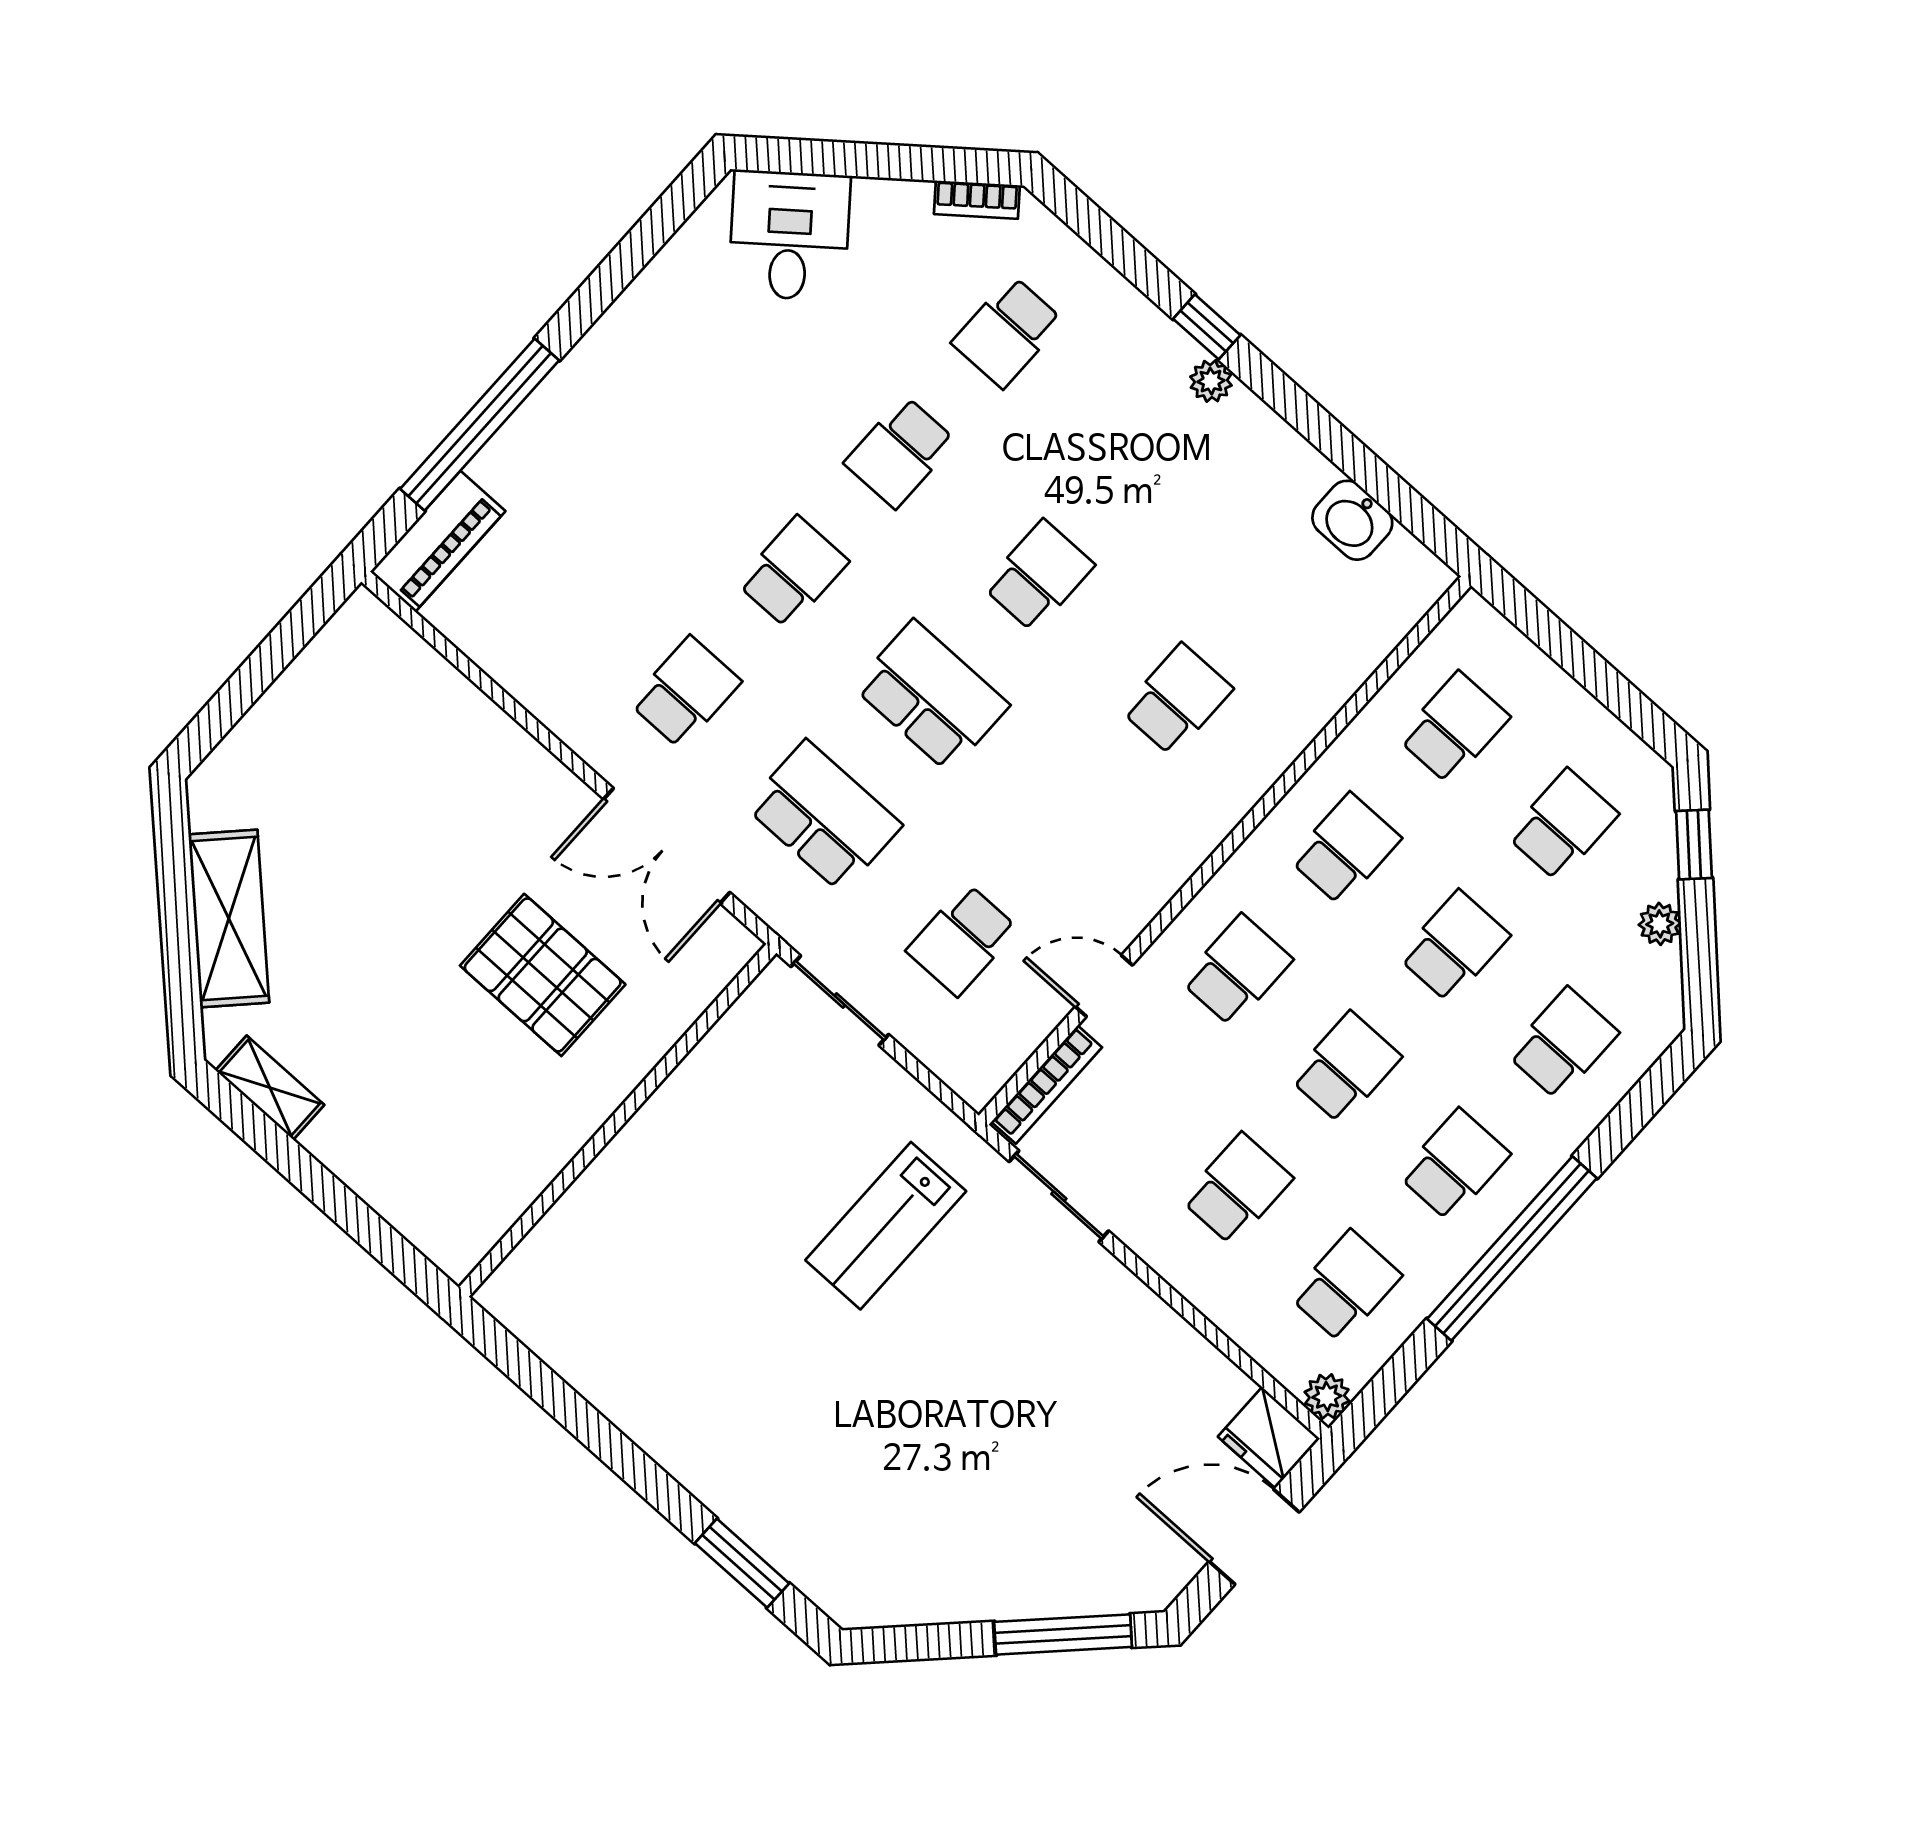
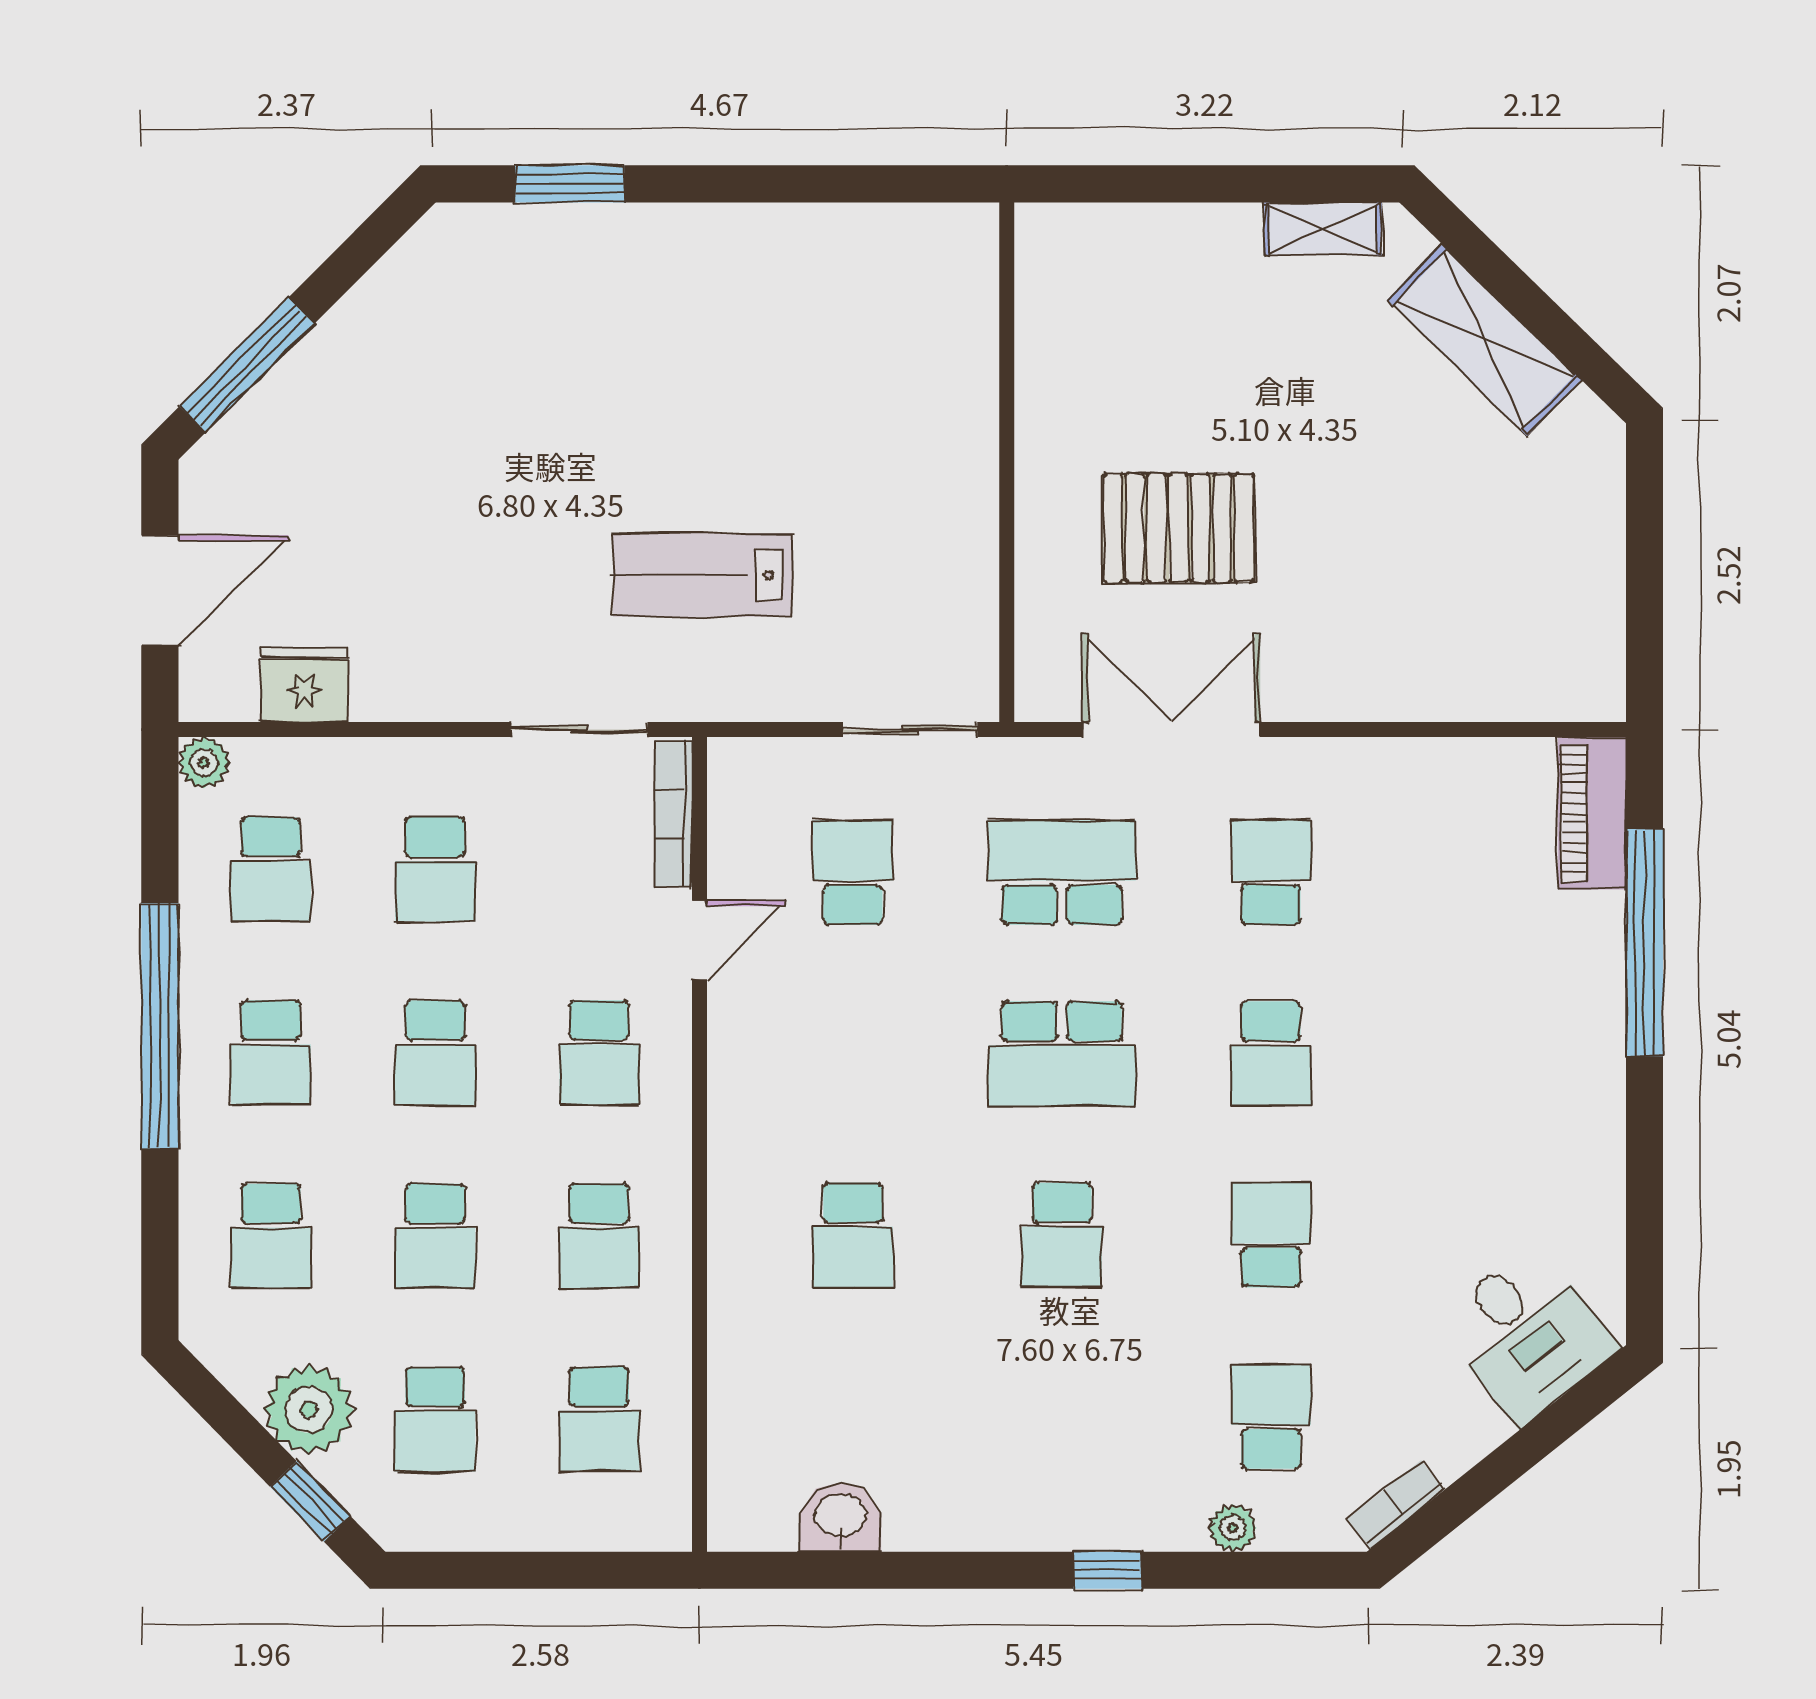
plant: (1211, 381) -> (1233, 1528), moved
school desk: (685, 692) -> (1271, 872), turned 180
school desk: (824, 816) -> (1062, 872), turned 180
plant: (1660, 924) -> (309, 1410), width x1.88, depth x1.88
lab bench: (886, 1226) -> (703, 575), turned -90
fridge: (1269, 1438) -> (304, 685), moved

